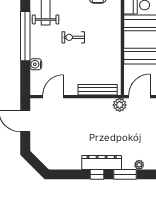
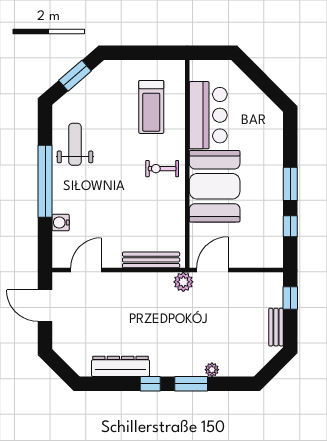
exercise bike: (73, 37) -> (162, 169), moved
dresser: (102, 162) -> (121, 366), moved

